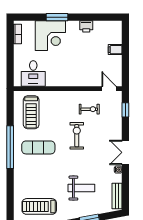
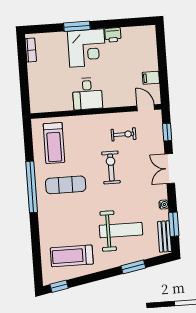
corner desk: (50, 36) -> (87, 48), moved
filing cabinet: (115, 50) -> (151, 78), moved
desk: (33, 73) -> (87, 94), moved
double door: (125, 152) -> (170, 169), moved
window: (125, 186) -> (174, 224), added
weight bench: (81, 188) -> (121, 230), width x1.36, depth x1.33

